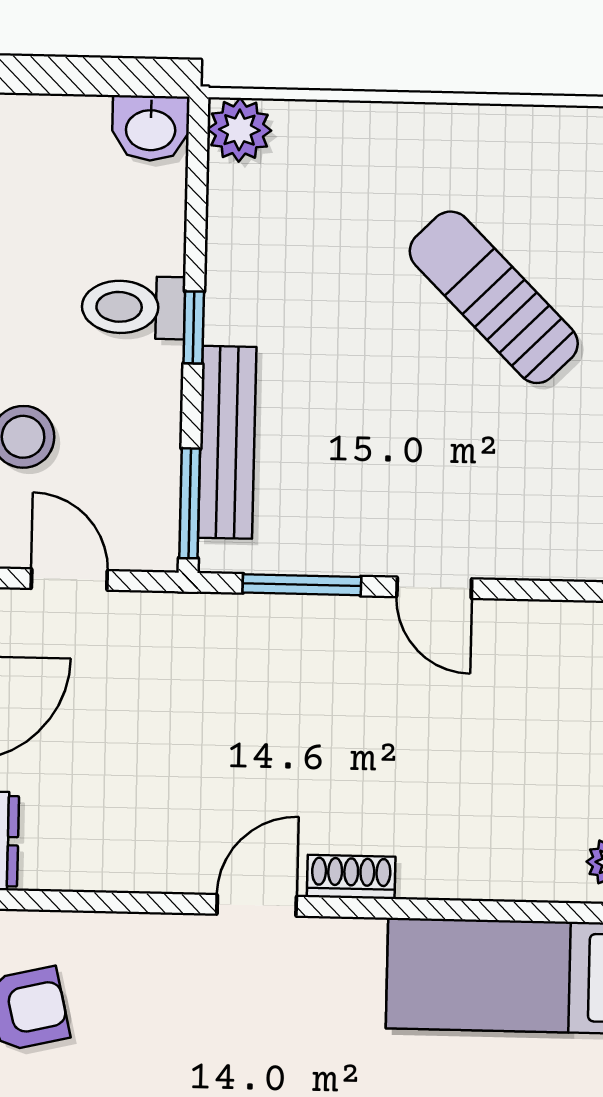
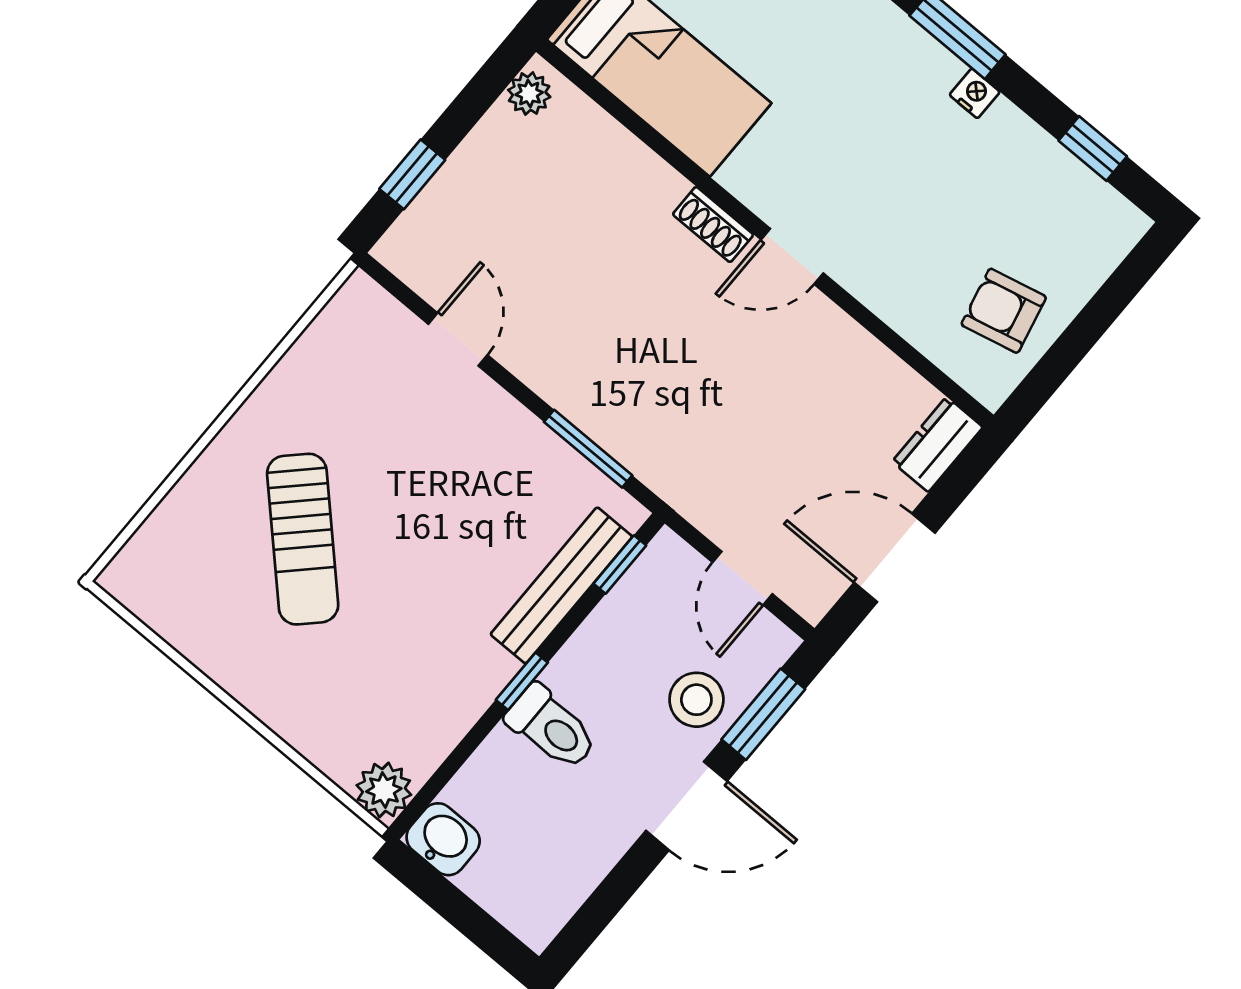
window: (190, 503) -> (620, 564), width x0.67
door: (434, 588) -> (458, 339), moved

